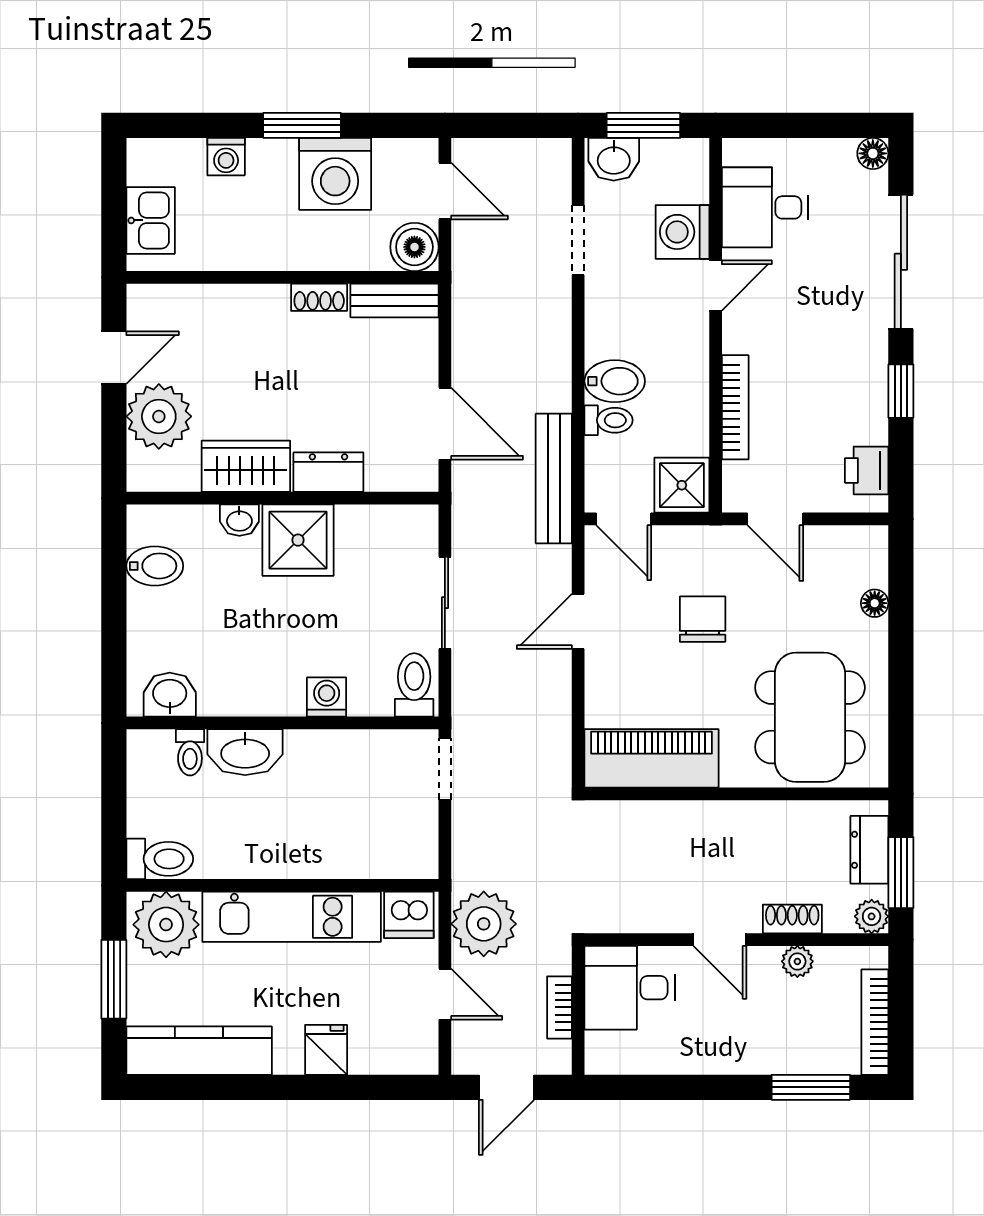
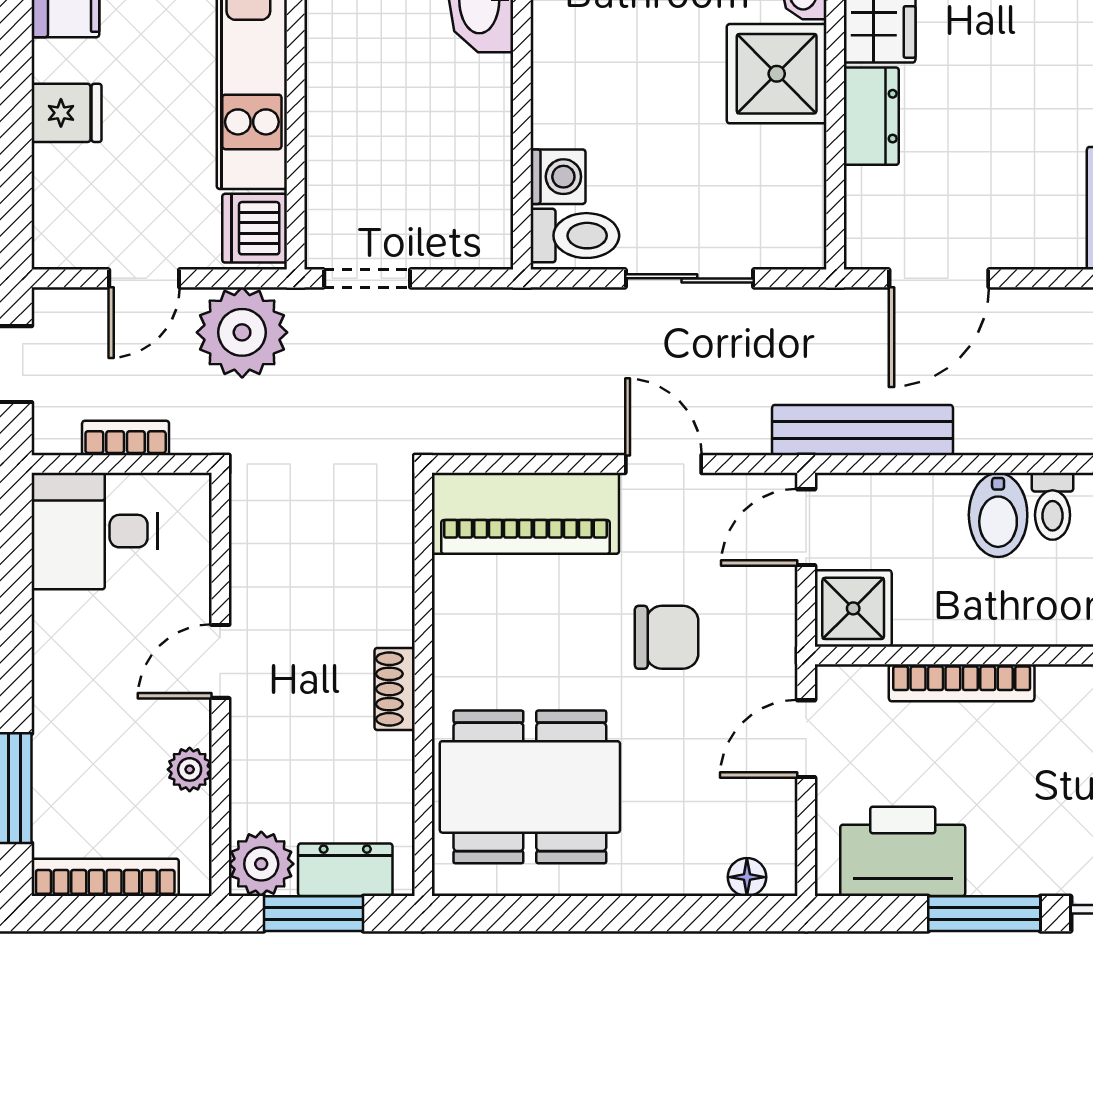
window: (901, 391) -> (984, 914), width x1.50
toilet: (609, 420) -> (1053, 506), moved
printer: (867, 470) -> (903, 851), width x1.87, depth x1.48
floor lamp: (875, 603) -> (747, 877), moved
washing machine: (327, 697) -> (558, 177), moved
piano: (652, 758) -> (525, 513), moved, turned 90
doorway: (445, 769) -> (367, 278), moved
plant: (872, 916) -> (261, 864), width x1.38, depth x1.38
shoe rack: (792, 919) -> (395, 689), moved, turned 180
desk: (630, 988) -> (95, 531), moved, turned -90

